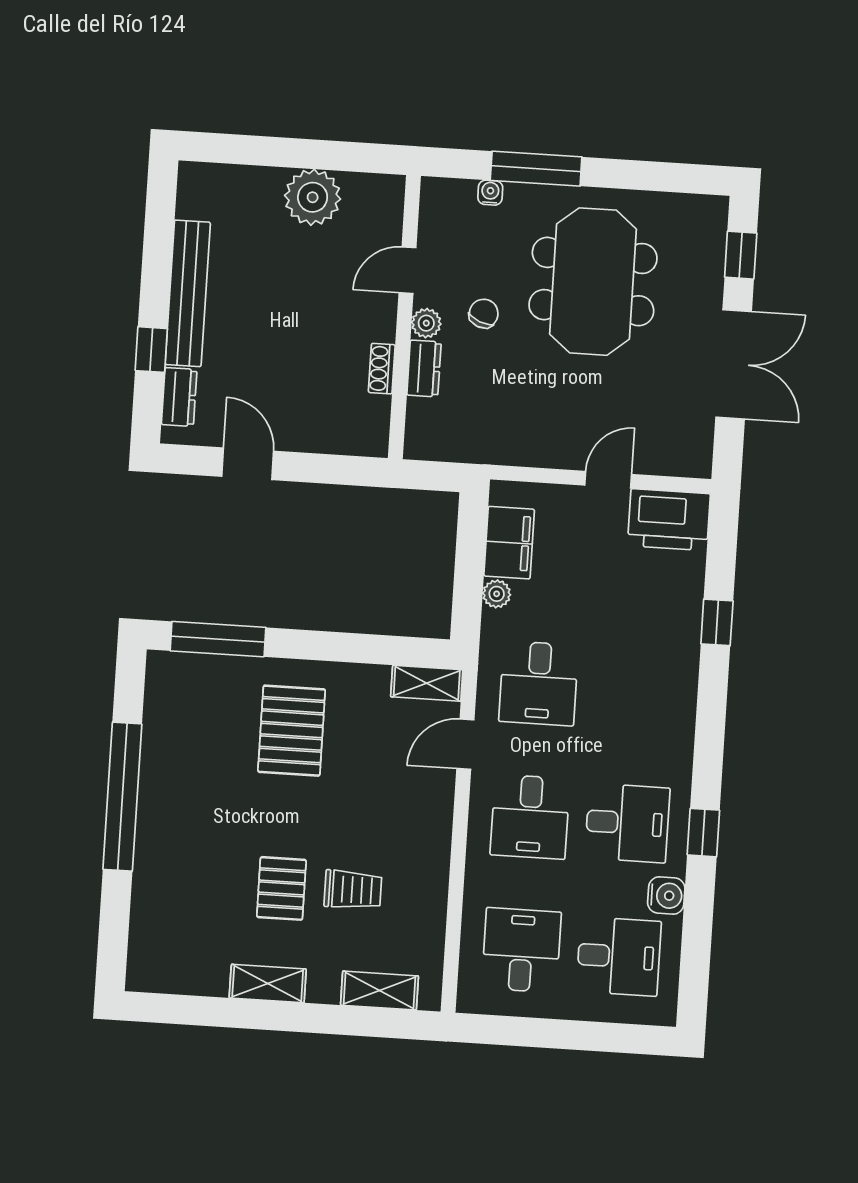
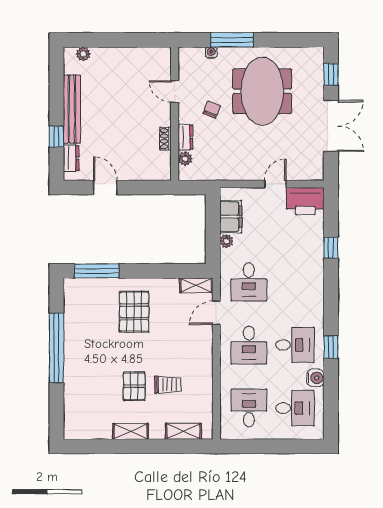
plant: (313, 197) -> (83, 54), moved, width x0.53, depth x0.53
door: (407, 270) -> (175, 92), hinge flipped
plant: (426, 323) -> (185, 159), moved

